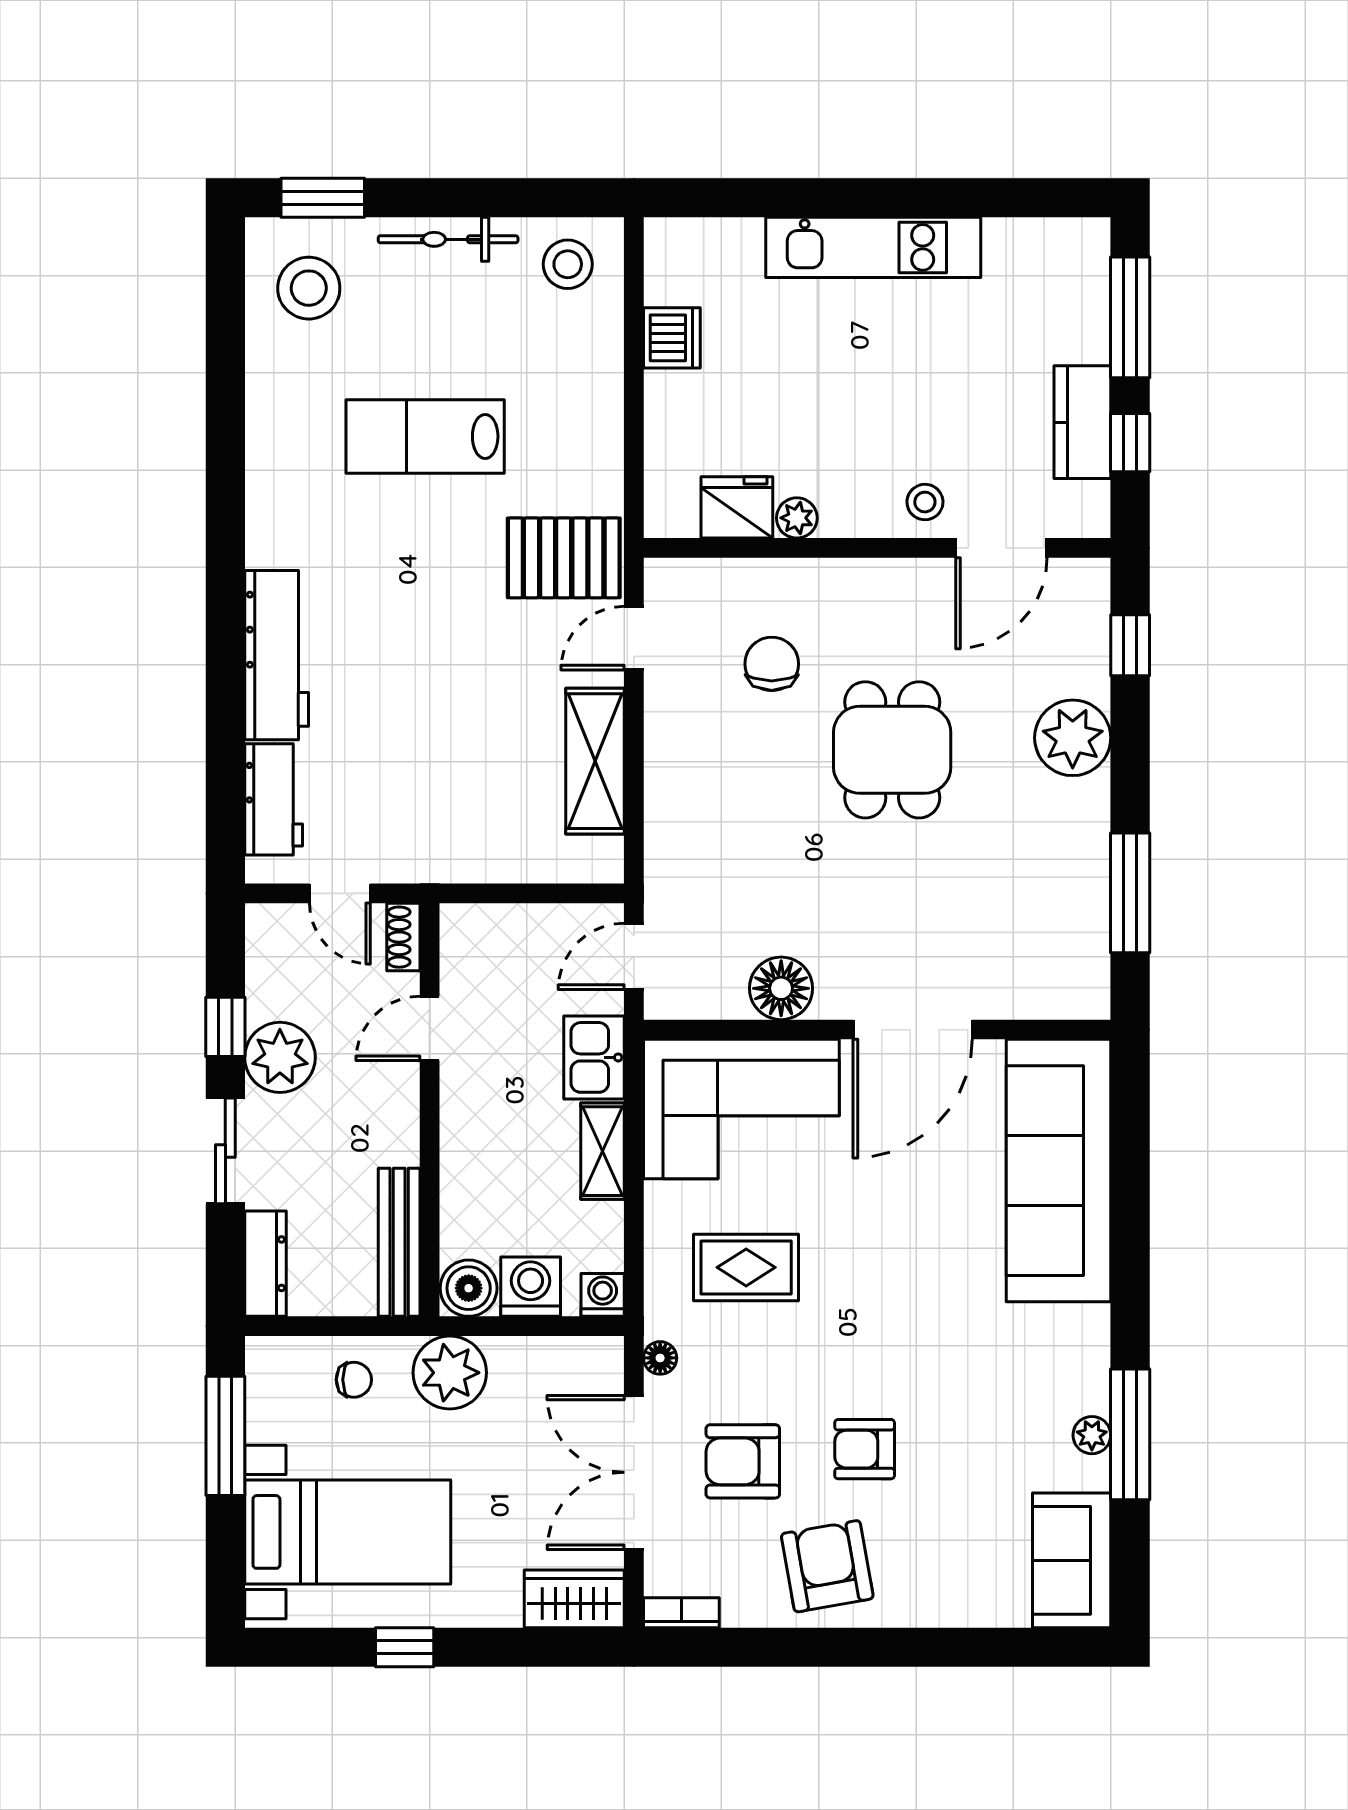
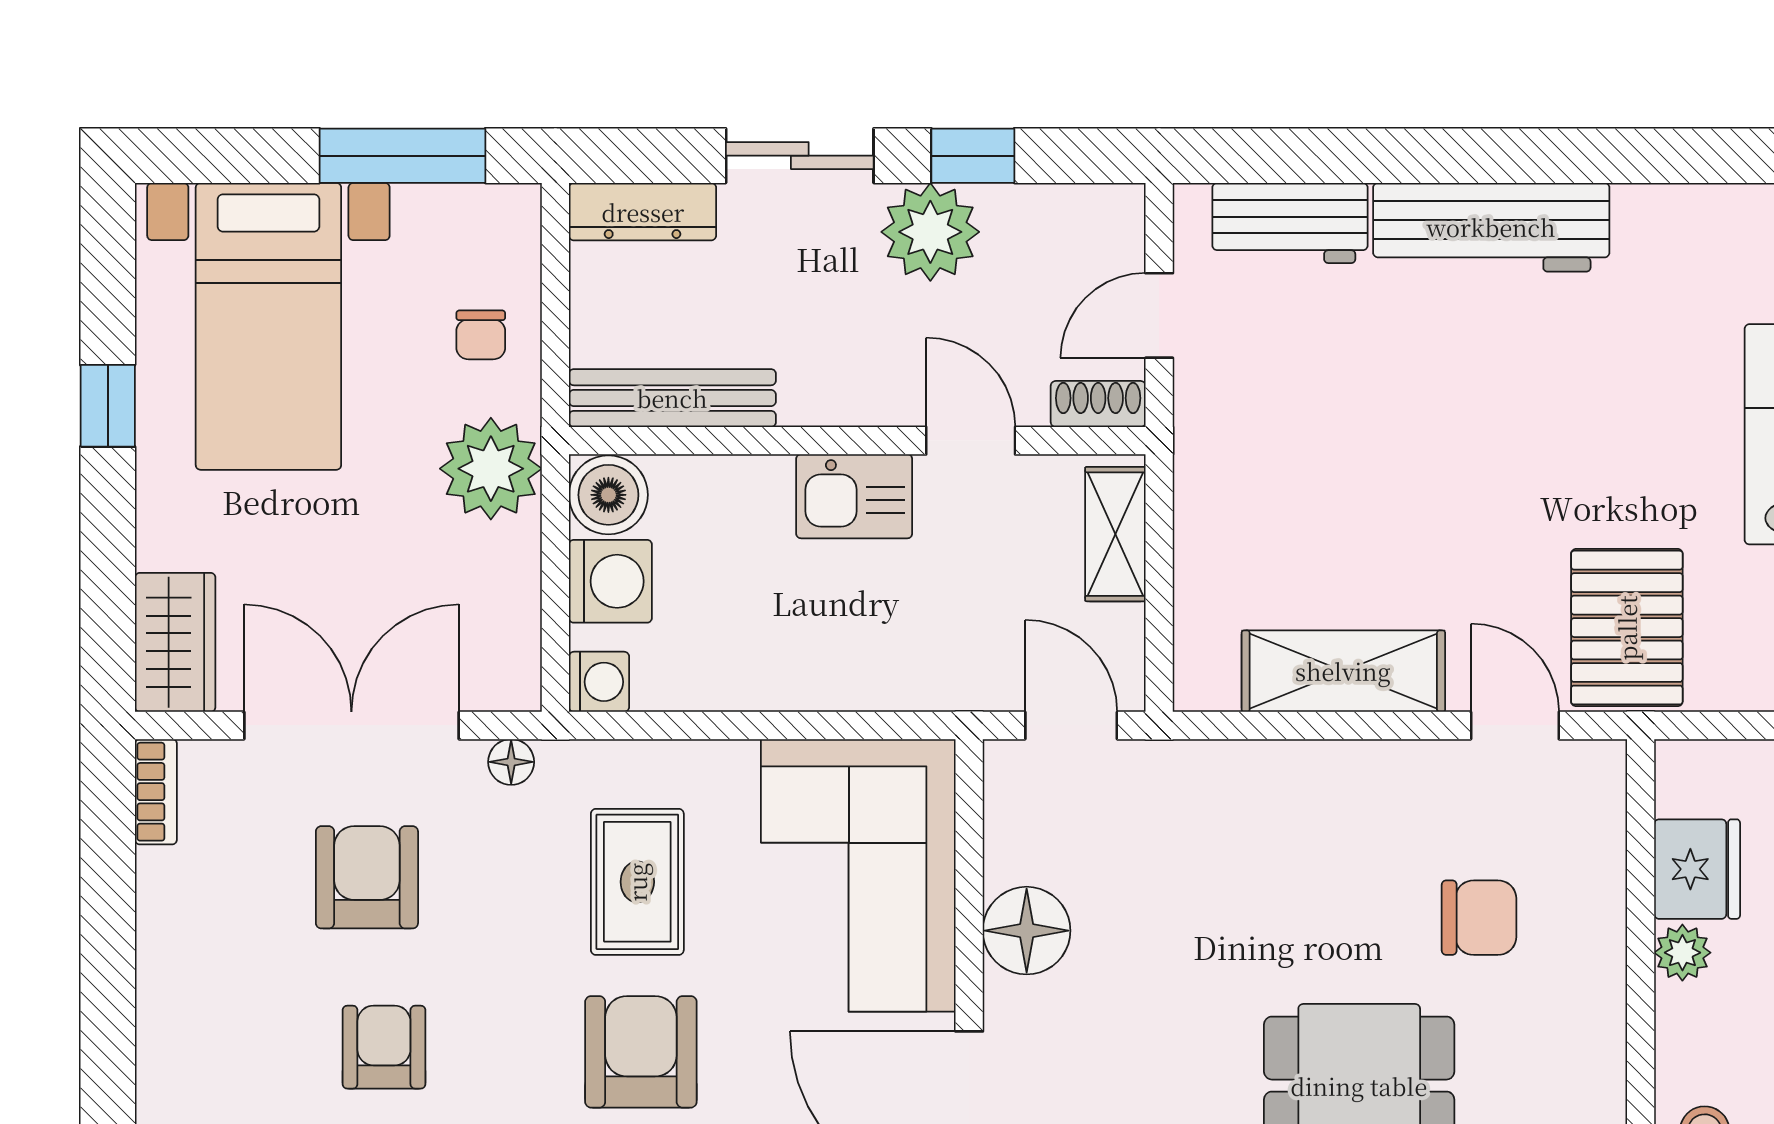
kitchen sink: (594, 1057) -> (854, 496), moved, turned 180
shelving: (603, 1151) -> (1115, 534), moved, turned 90
armchair: (827, 1566) -> (641, 1052), moved, turned -80

